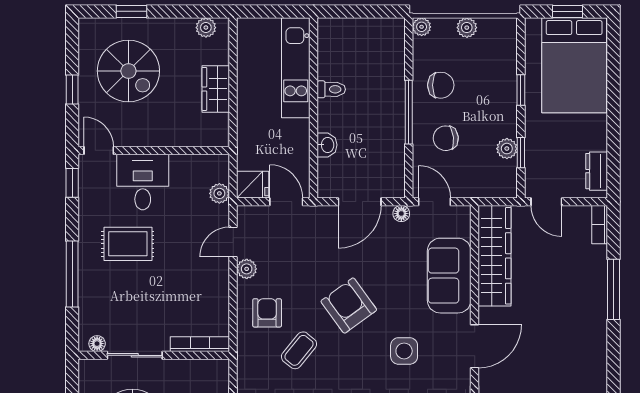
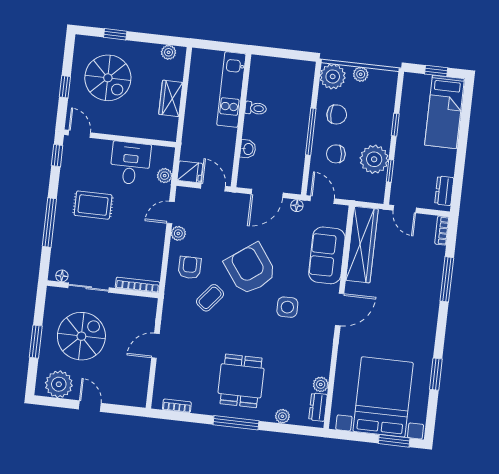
plant: (422, 27) -> (333, 76), width x1.87, depth x1.87
bed: (574, 65) -> (444, 112), width x0.67
plant: (507, 149) -> (374, 159), width x1.88, depth x1.88
desk: (143, 182) -> (130, 163), moved
armchair: (349, 306) -> (250, 269), width x1.36, depth x1.36

